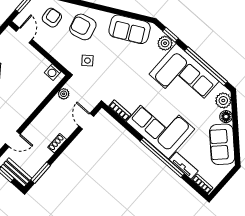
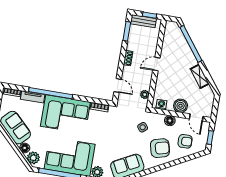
armchair: (52, 18) -> (185, 141), turned -85
floor lamp: (54, 50) -> (170, 121), added
boiler: (33, 58) -> (181, 106), added
door: (13, 139) -> (156, 64), moved

